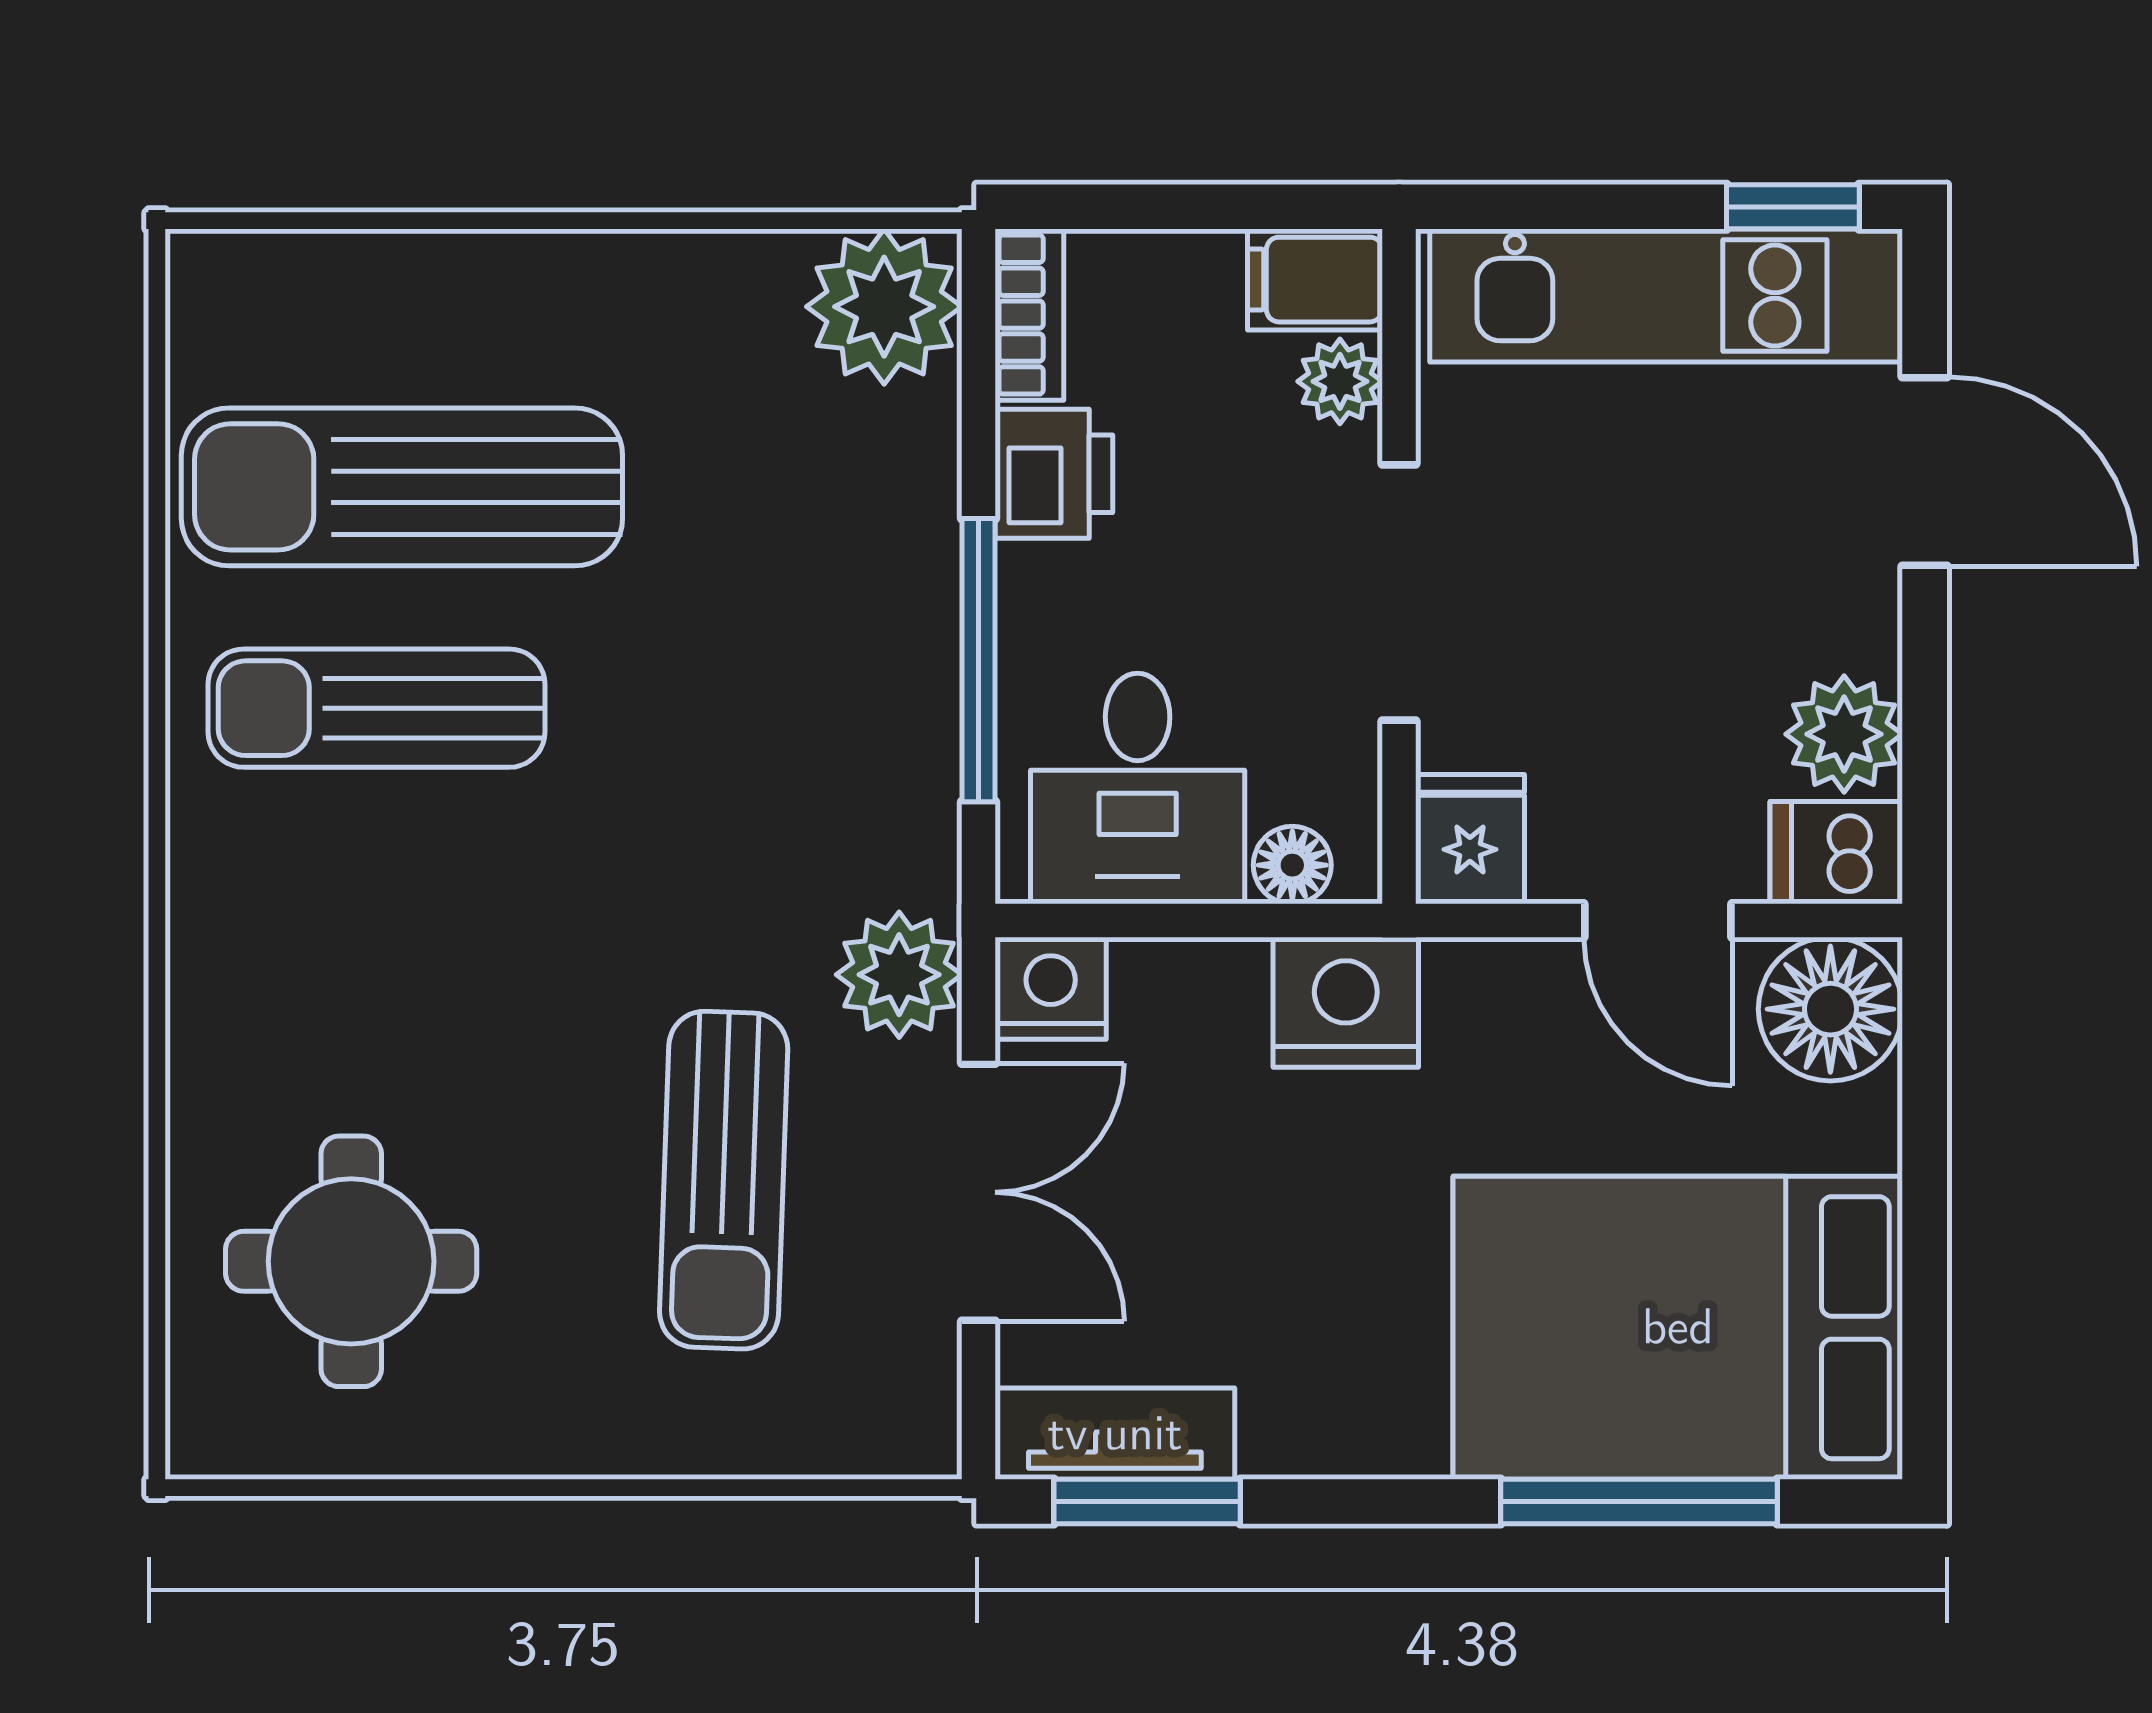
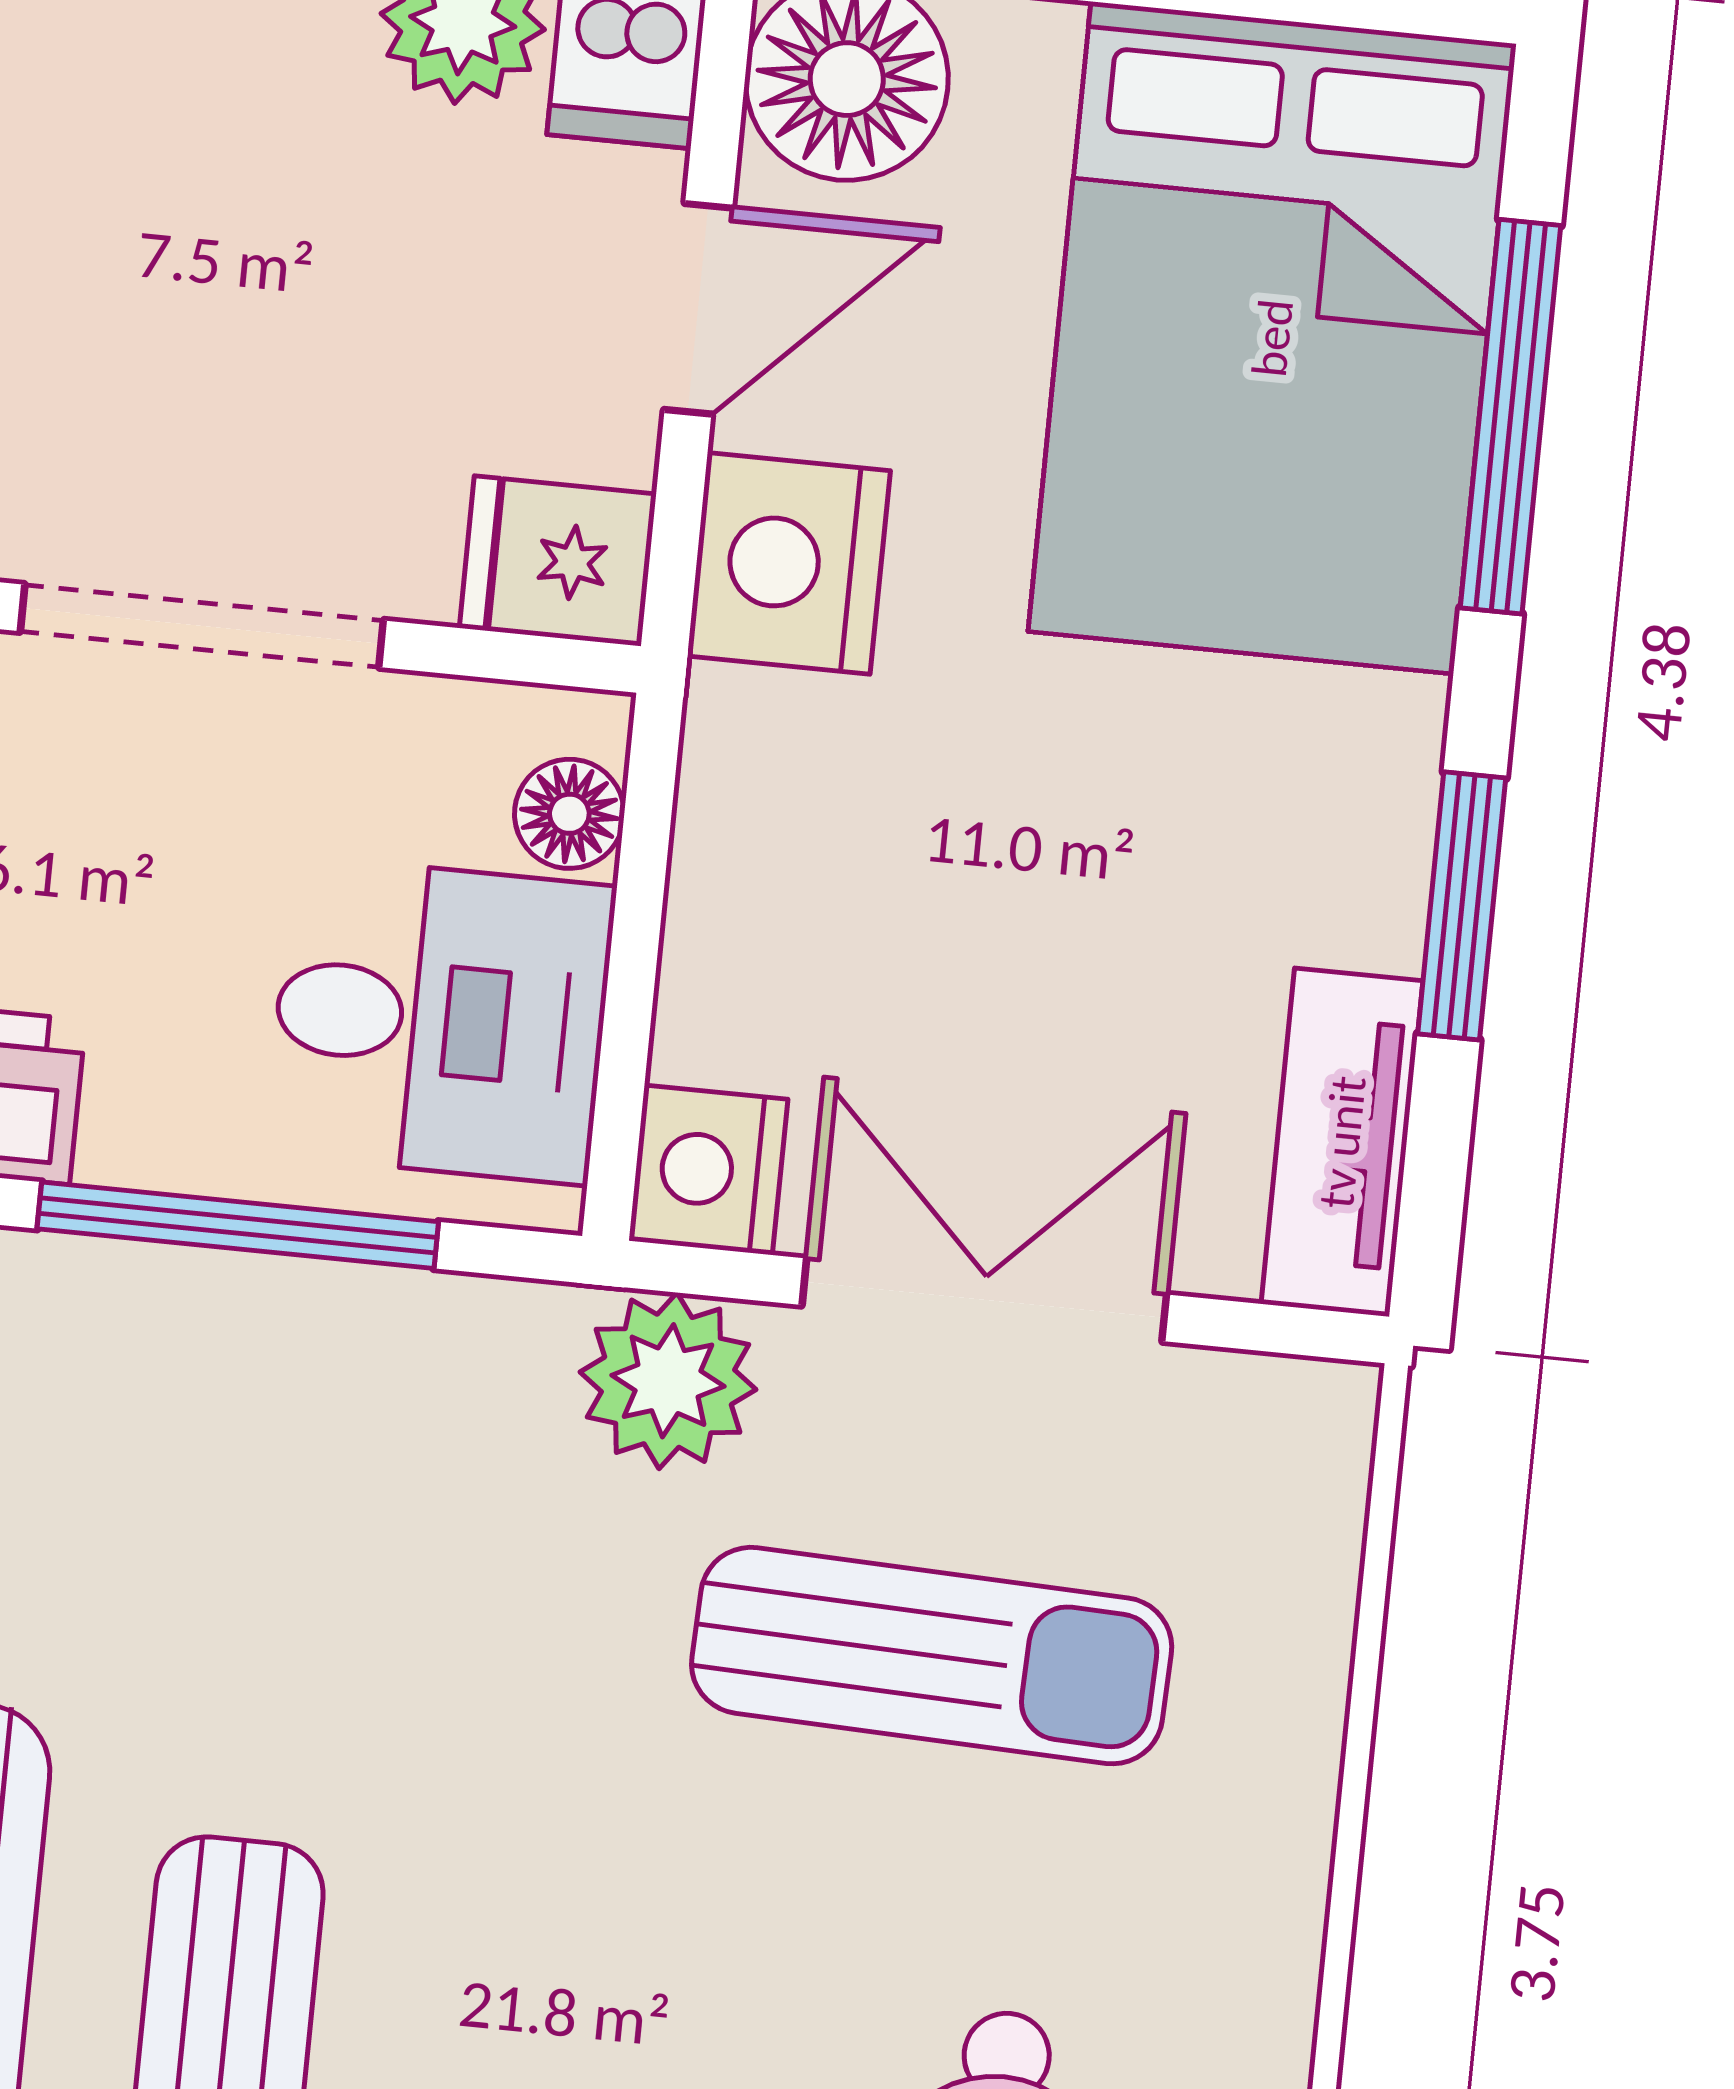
nightstand: (1346, 1002) -> (789, 563), moved
window: (1147, 1501) -> (1462, 906), moved

